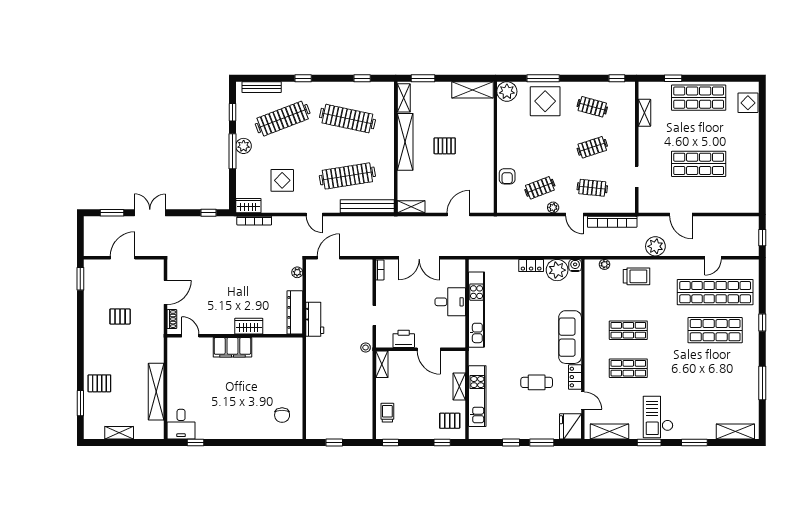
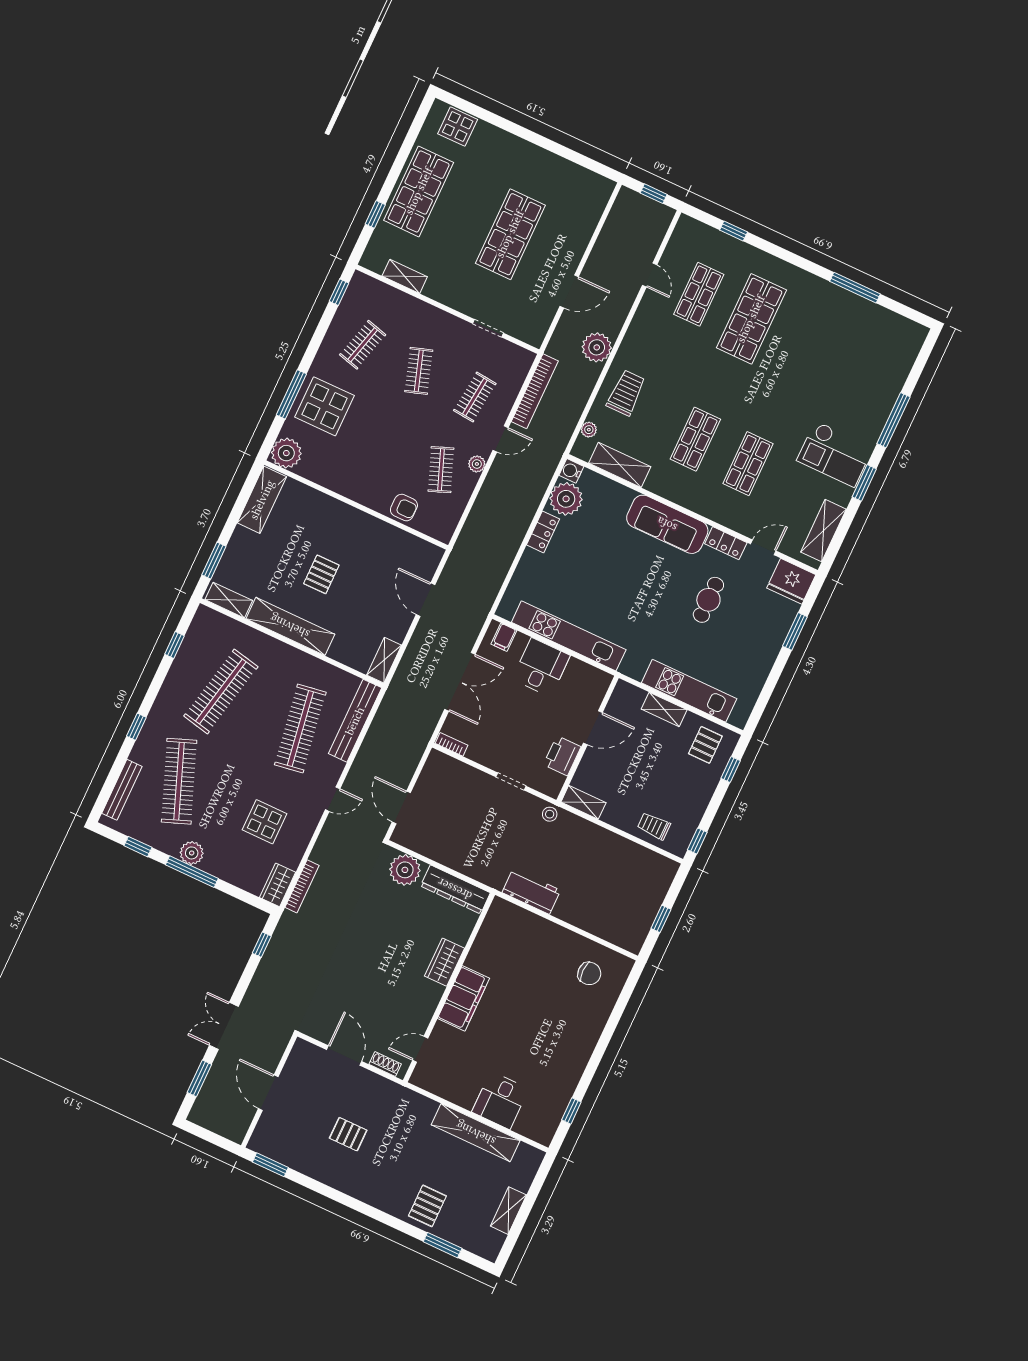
filing cabinet: (458, 271) -> (504, 637), added
plant: (297, 272) -> (405, 870), width x1.87, depth x1.87
shop shelf: (715, 292) -> (699, 294), width x0.50, depth x0.74
pallet: (120, 317) -> (348, 1134), turned 90
workbench: (315, 319) -> (531, 891), moved
window: (762, 322) -> (734, 231), moved
desk: (181, 424) -> (500, 1100), moved, turned 90
shelving: (735, 432) -> (620, 465), moved, turned 90
window: (511, 442) -> (775, 674), removed
window: (694, 442) -> (893, 420), width x1.44

